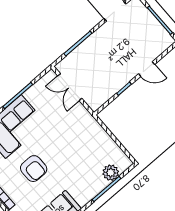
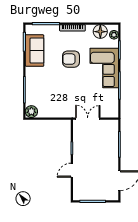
double door: (70, 87) -> (88, 119), moved
plant: (111, 173) -> (31, 112), moved

